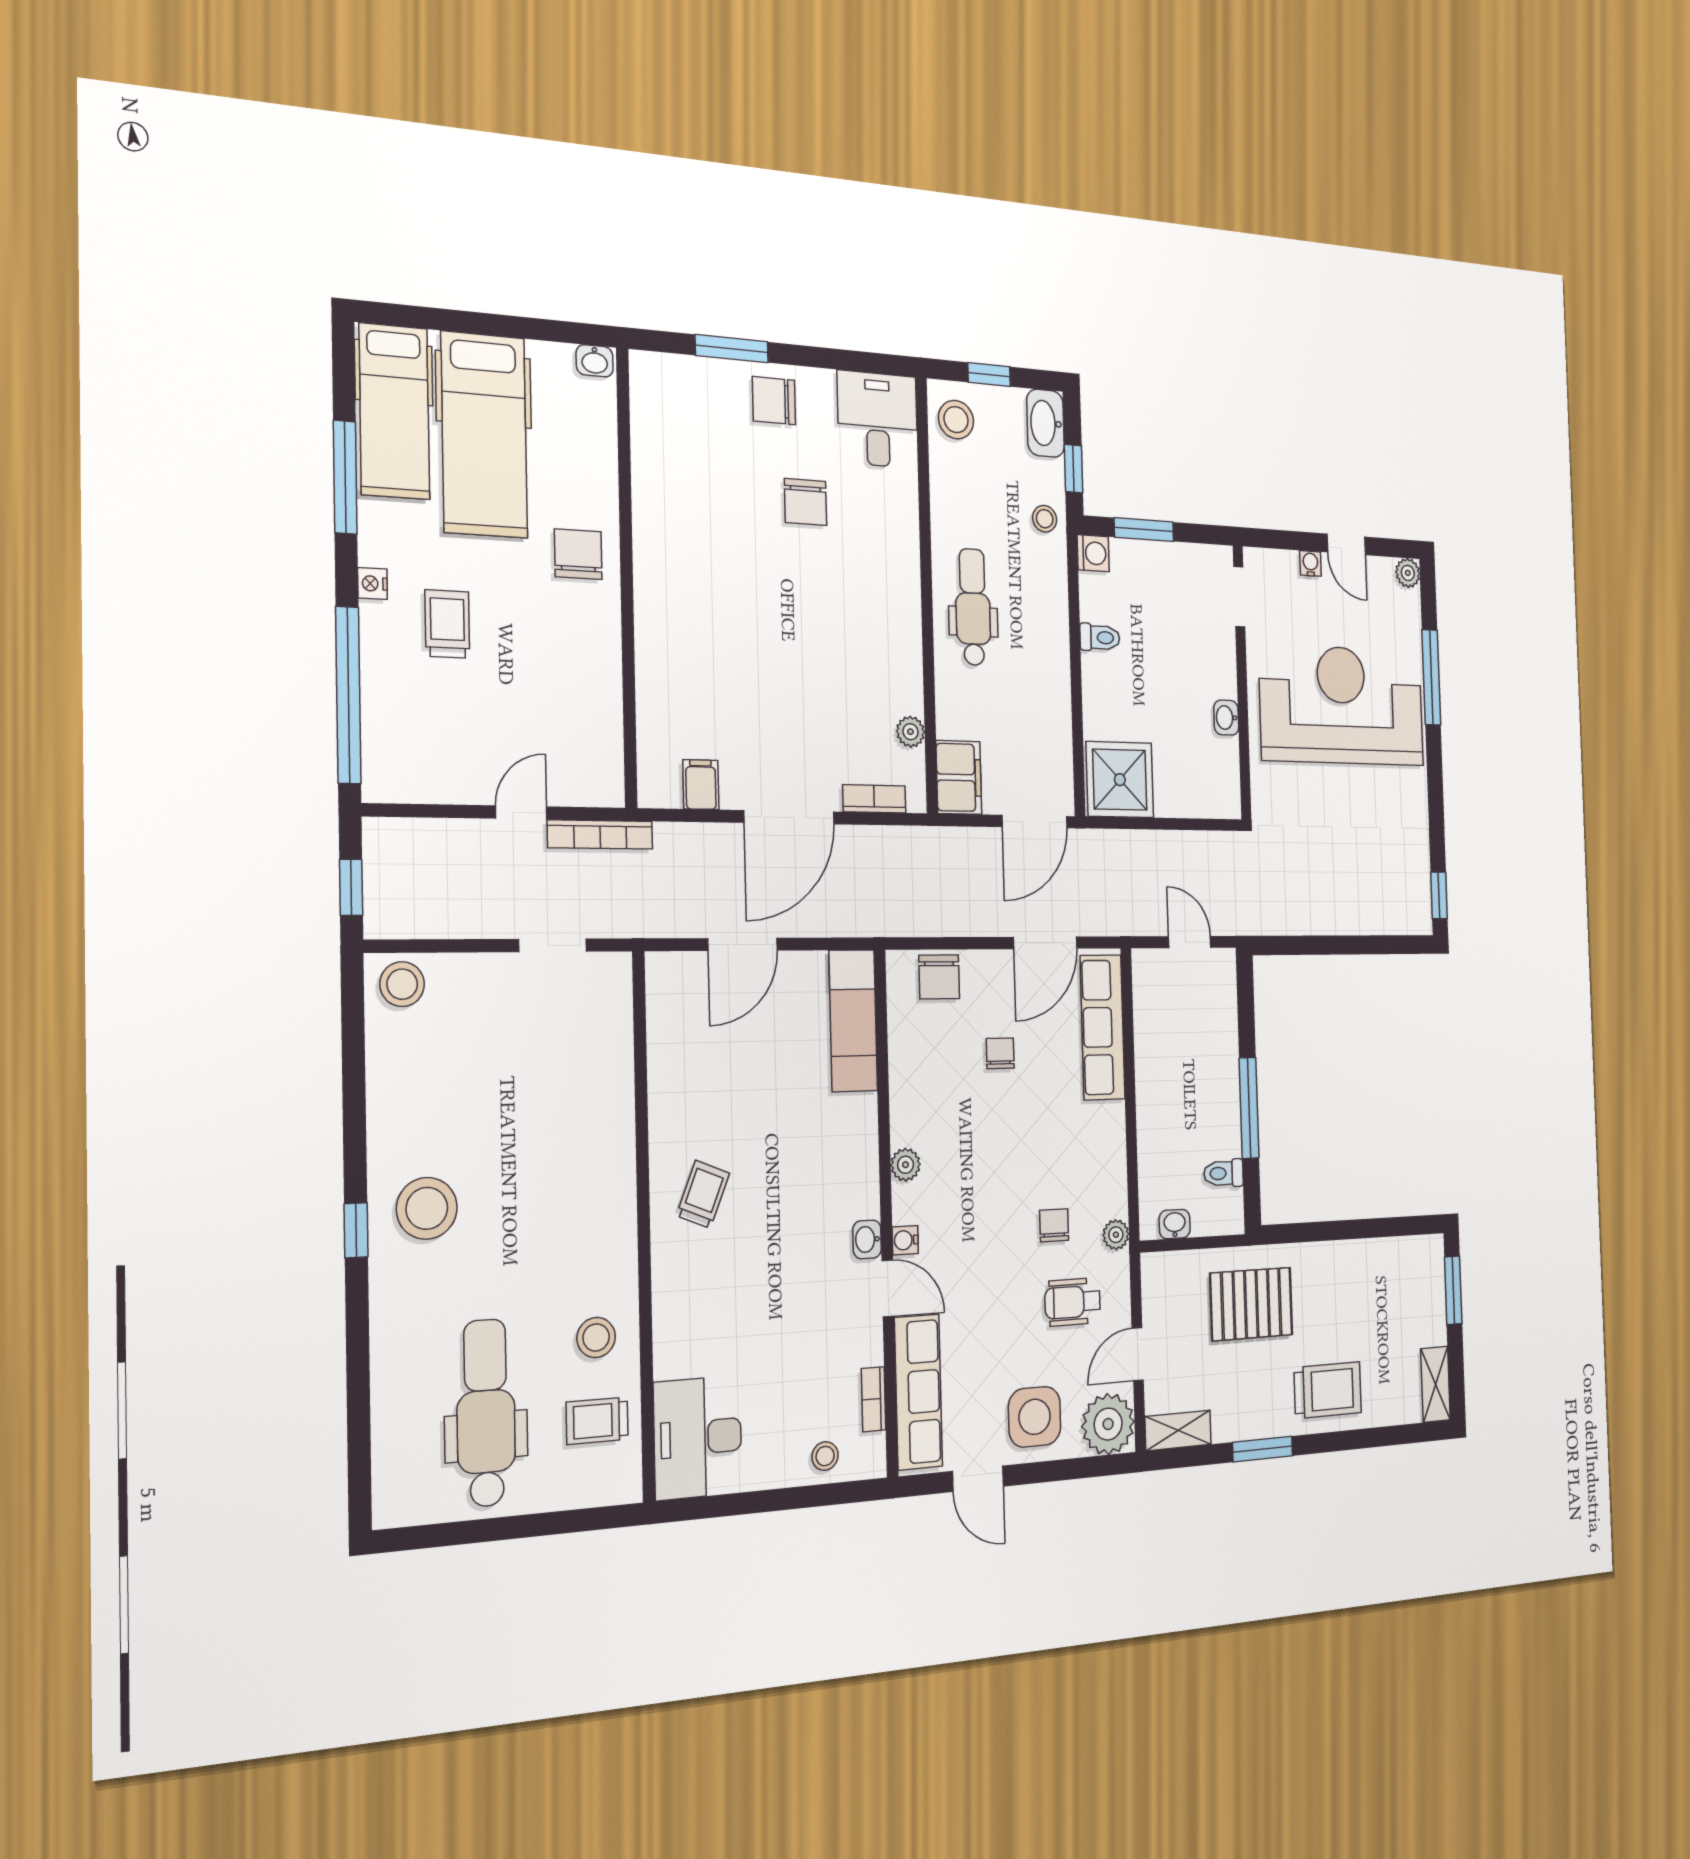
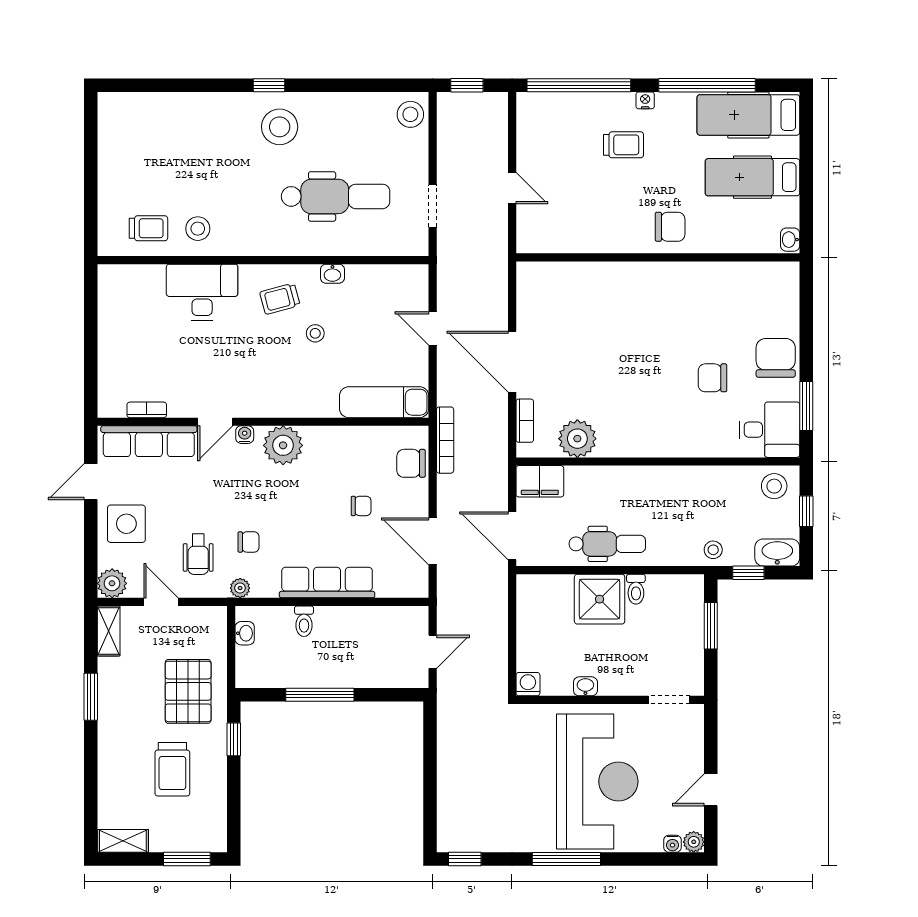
window: (732, 349) -> (806, 406), moved
chair: (774, 401) -> (776, 358), width x1.37, depth x1.37
hospital bed: (484, 435) -> (752, 177), width x0.73, depth x0.78
window: (345, 477) -> (707, 85), width x1.46
washing machine: (1093, 553) -> (528, 684), moved, turned 180
water cooler: (1310, 564) -> (672, 844), moved, turned 90
dental chair: (973, 607) -> (607, 544), moved
window: (1431, 677) -> (566, 859), moved
plant: (910, 732) -> (577, 439), width x1.88, depth x1.88
shower: (1120, 780) -> (600, 599), moved
filing cabinet: (701, 785) -> (531, 303), removed
bookcase: (600, 834) -> (445, 440), moved, turned 180
door: (743, 944) -> (433, 328), width x0.73
row of seats: (1103, 1027) -> (327, 583), moved
plant: (906, 1165) -> (283, 445), width x1.87, depth x1.87
toilet: (1224, 1173) -> (304, 621), moved, turned 180
trolley: (703, 1194) -> (280, 299), turned 143
window: (1309, 1232) -> (234, 739), added
washbasin: (867, 1239) -> (332, 274), moved, turned 180
wheelchair: (1073, 1302) -> (198, 554), turned 180
trolley: (1328, 1390) -> (172, 769), moved
dental chair: (486, 1413) -> (336, 196), moved
trolley: (597, 1421) -> (148, 228), turned 90
plant: (1108, 1424) -> (112, 583), width x0.73, depth x0.73
desk: (698, 1438) -> (202, 292), moved
stool: (825, 1456) -> (315, 333), moved

